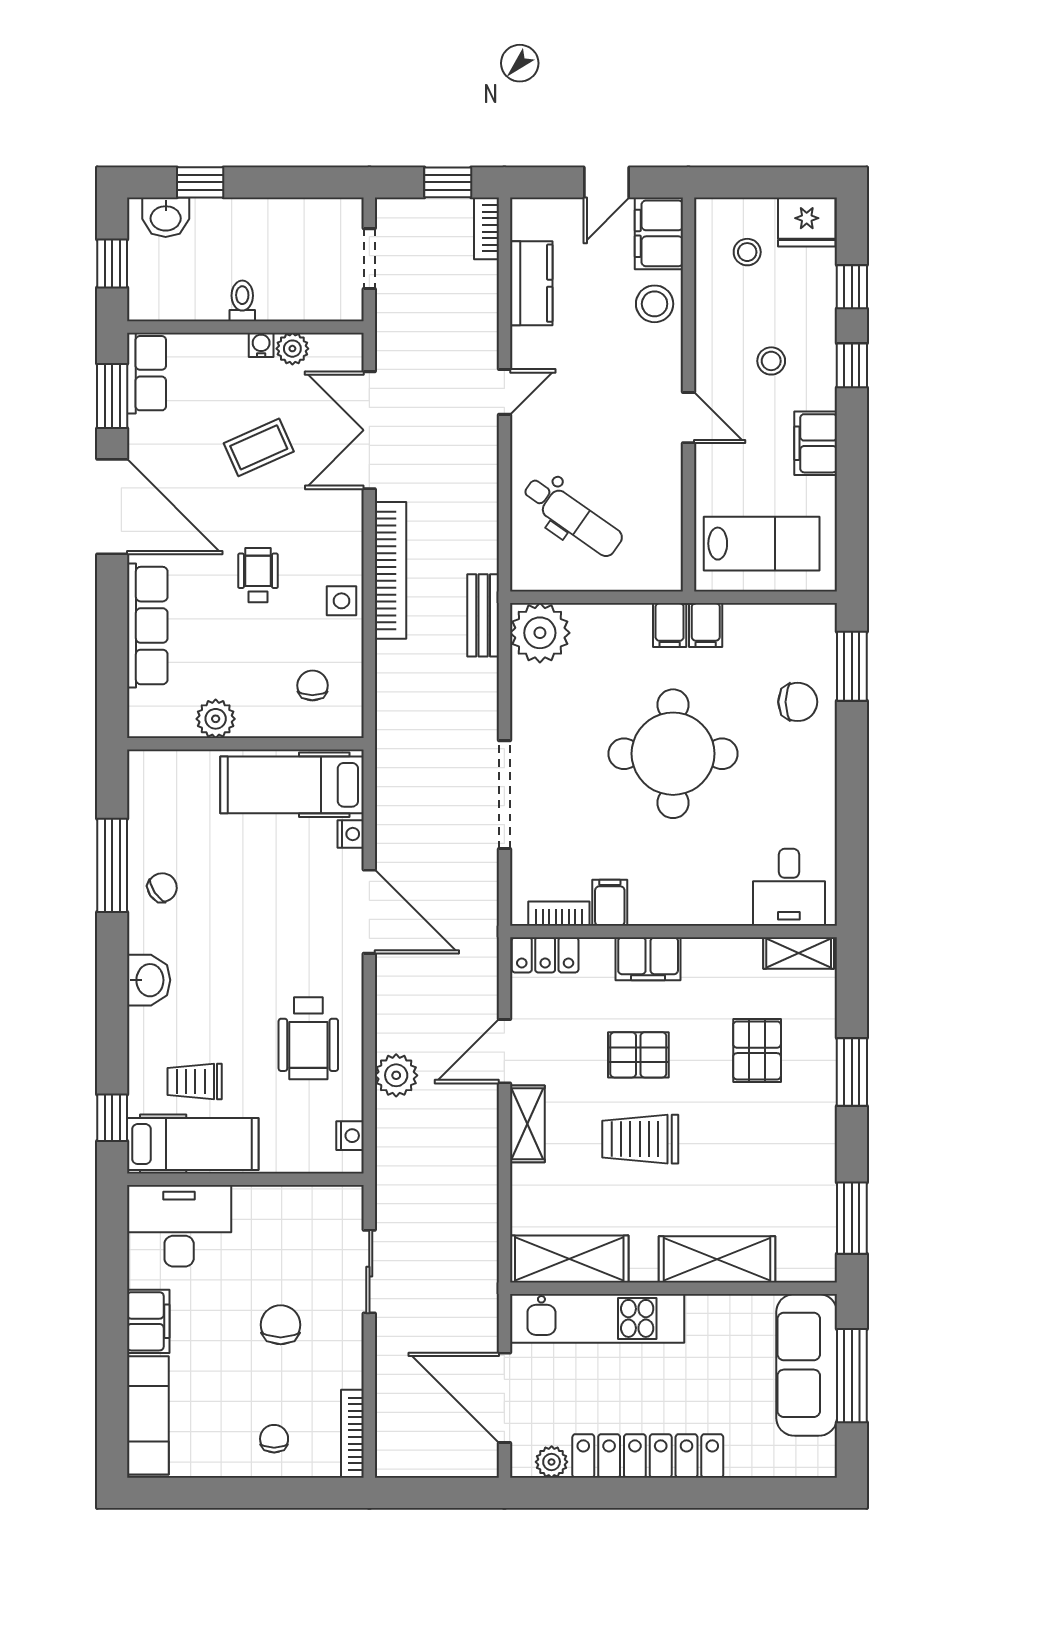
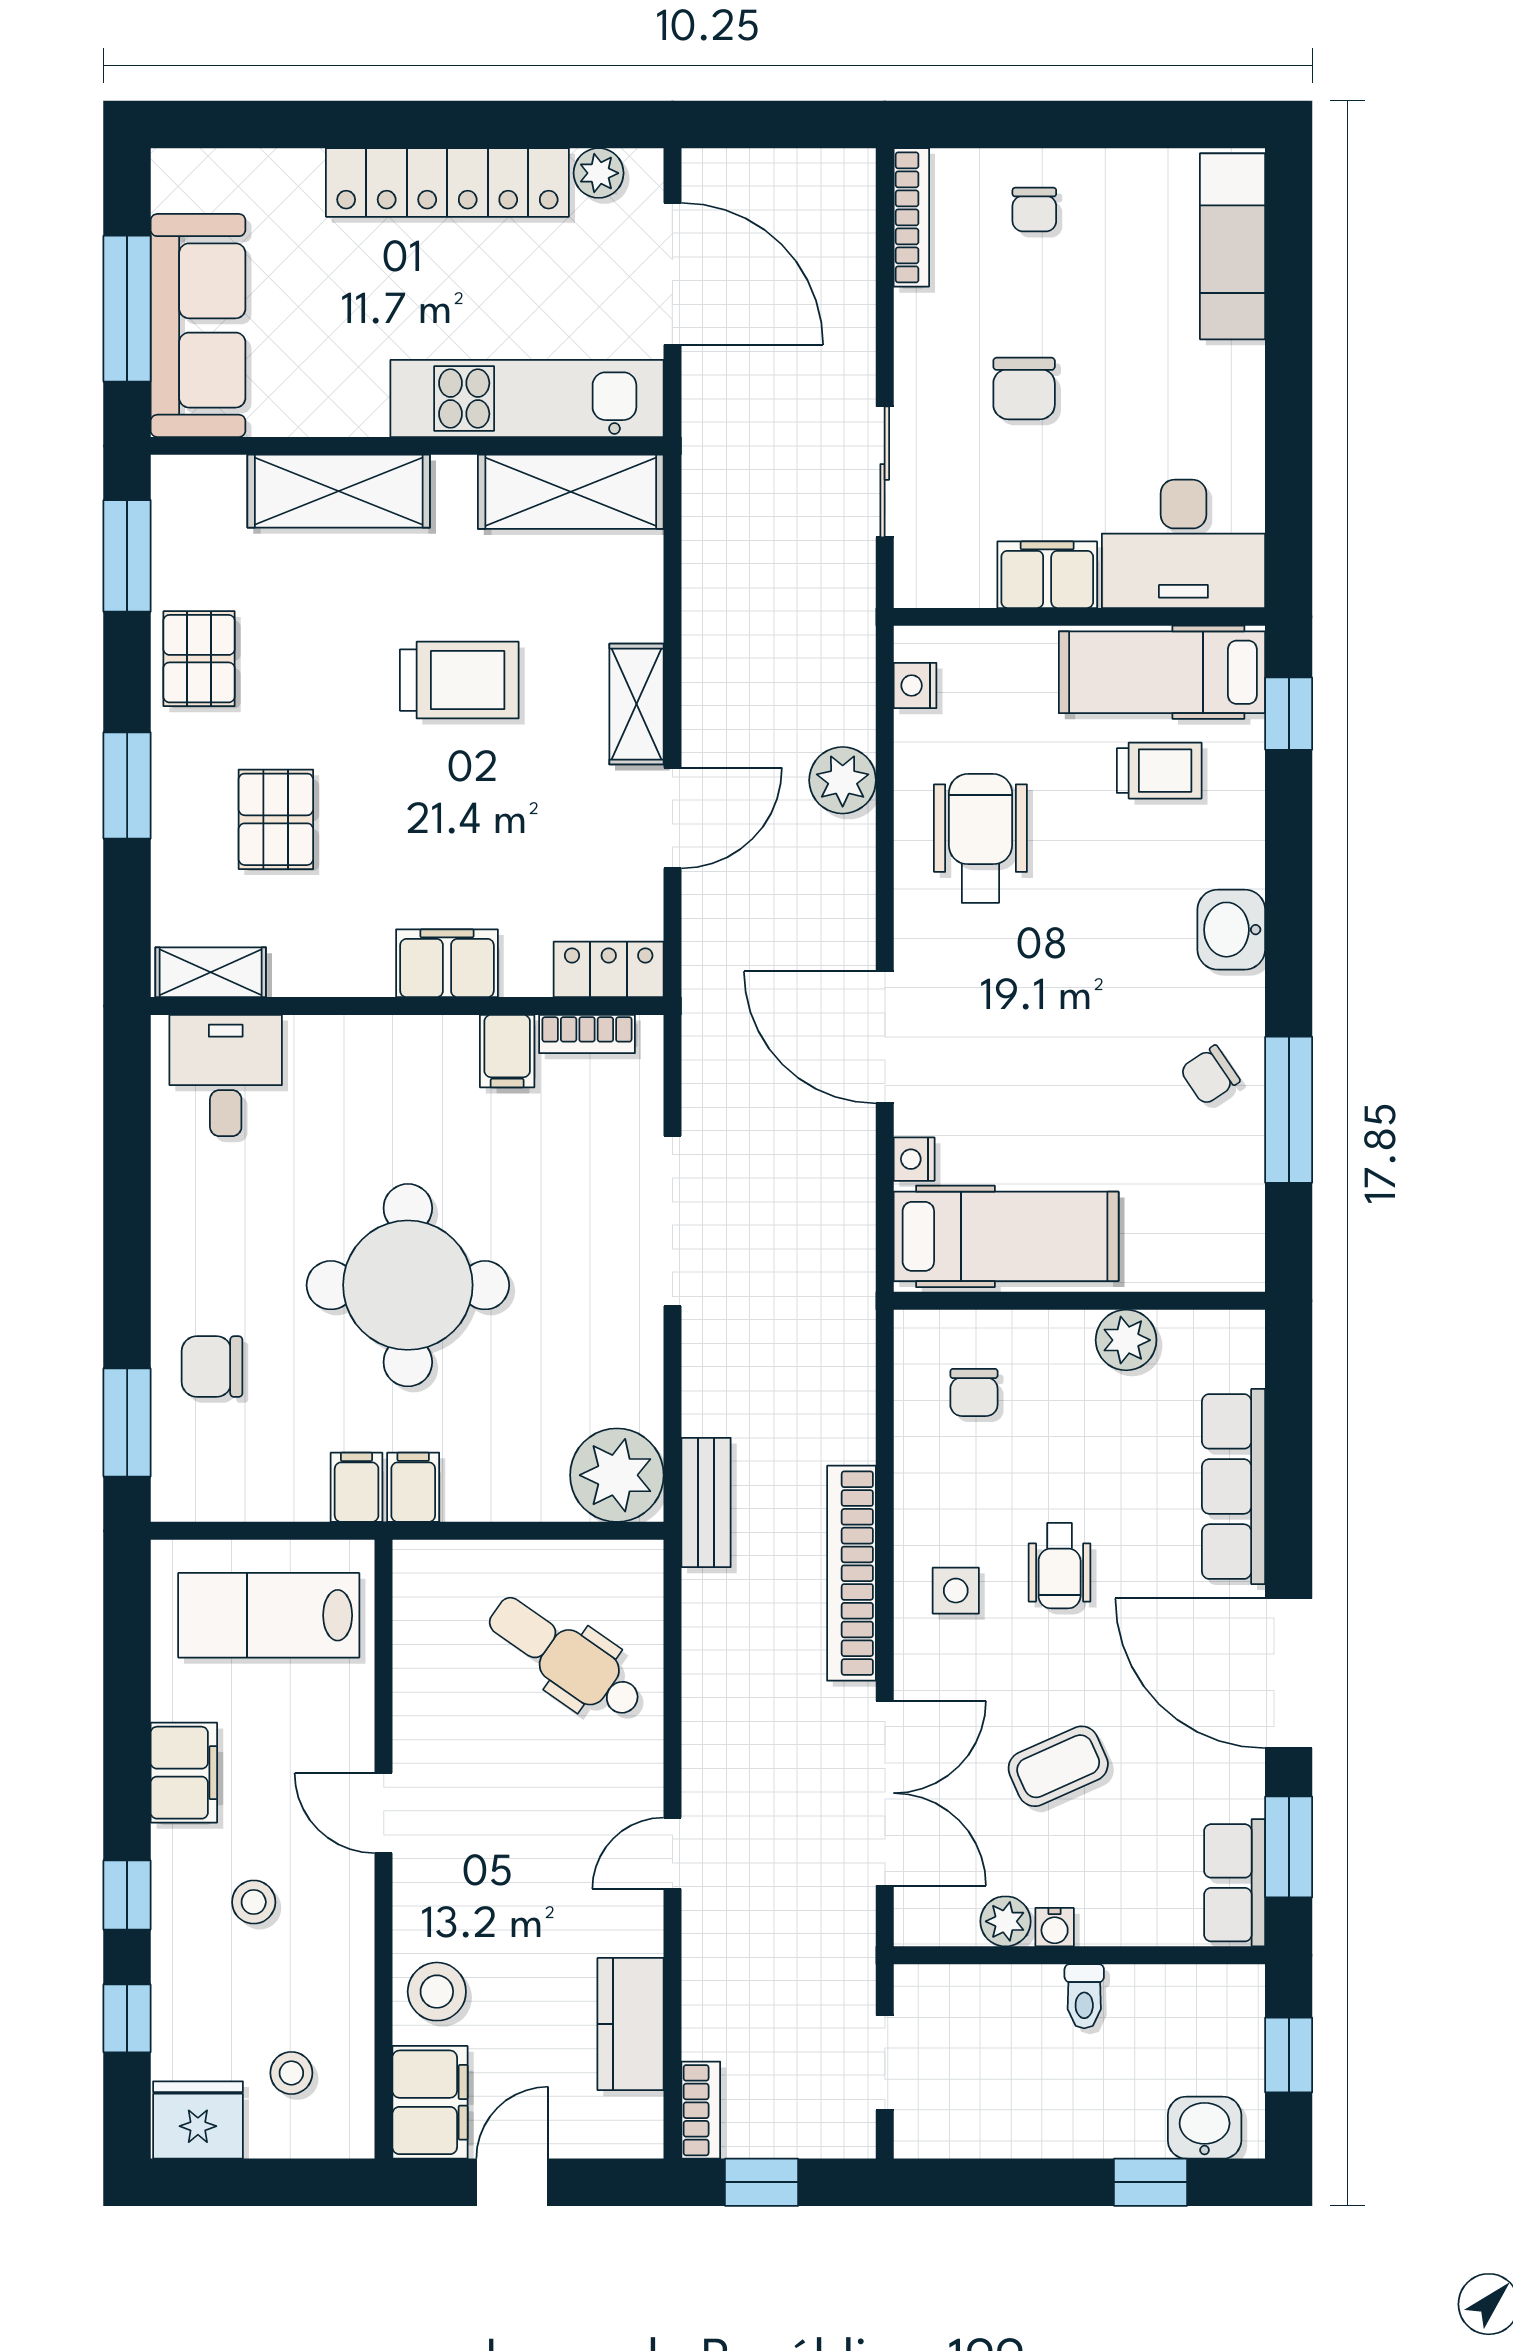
side table: (341, 601) -> (956, 1591), moved
pallet: (638, 1055) -> (199, 659), moved, turned 90
filing cabinet: (148, 1321) -> (1047, 575), moved, turned 90

